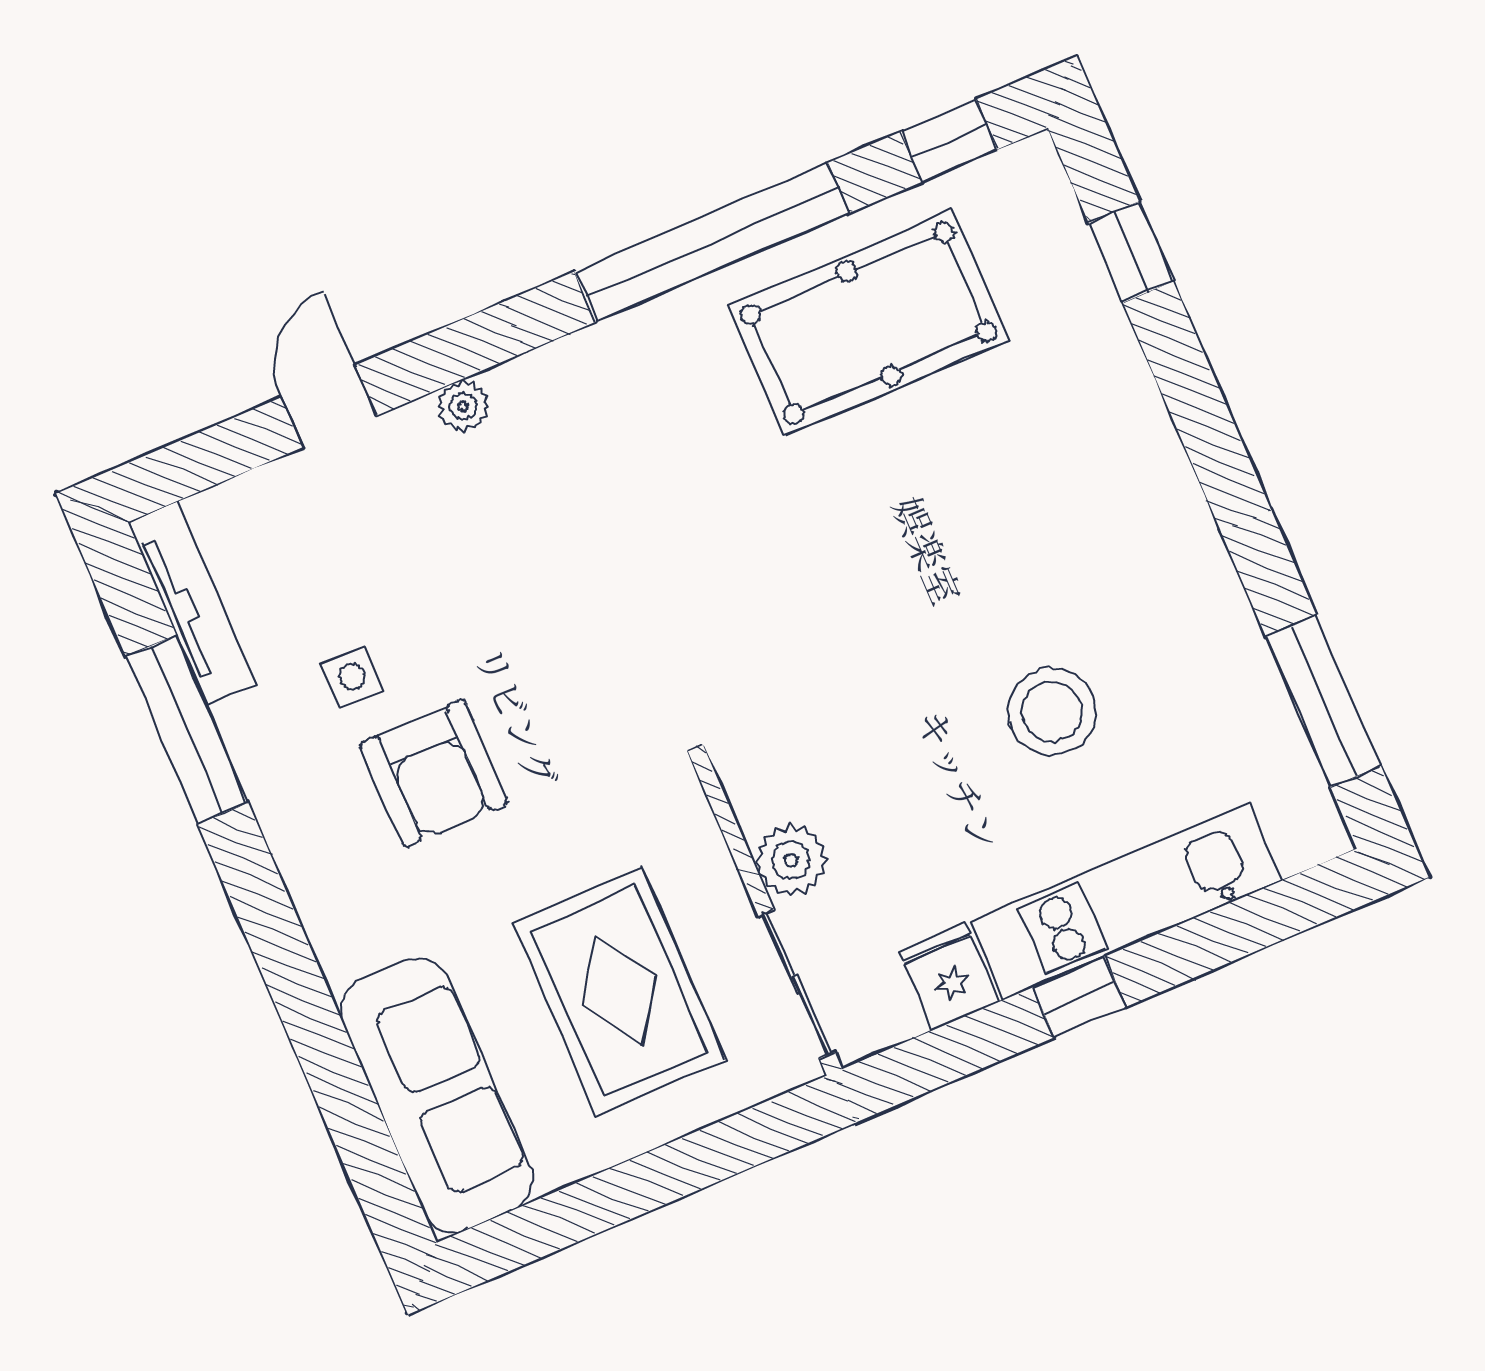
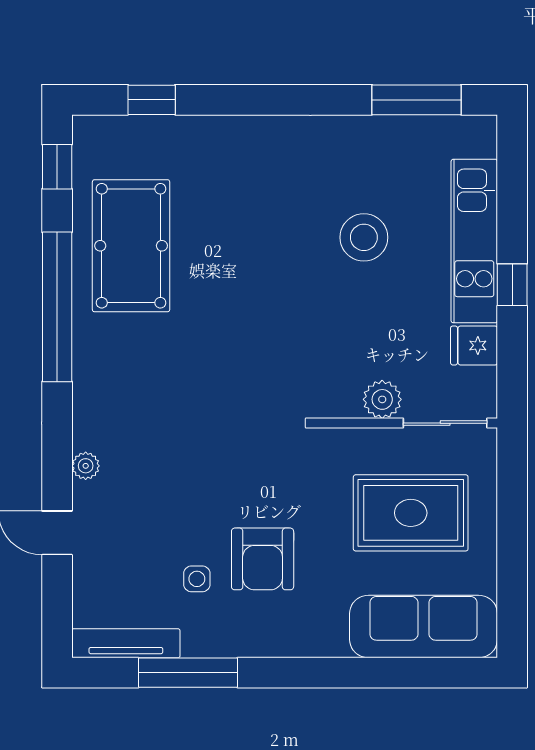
armchair: (434, 773) -> (263, 559), turned 90

